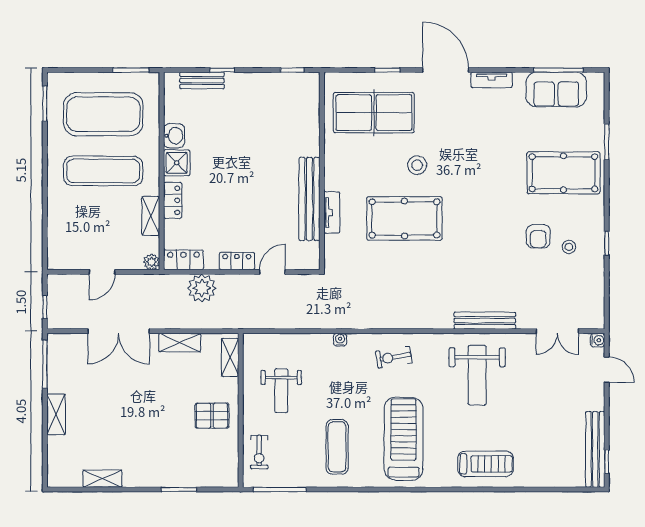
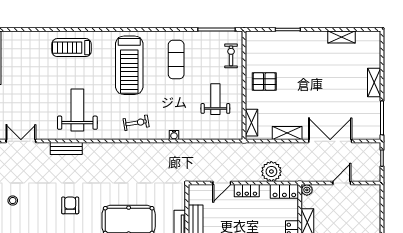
armchair: (538, 236) -> (70, 205), moved
bench: (485, 321) -> (66, 149), width x0.73

